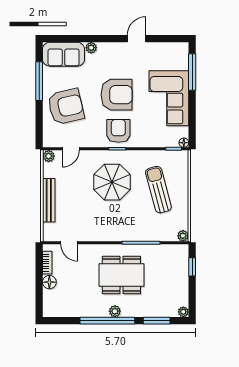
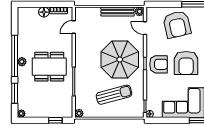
parasol: (112, 182) -> (120, 59), width x1.36, depth x1.36
bench: (49, 200) -> (118, 12), moved
dining table: (121, 275) -> (49, 67), turned 90

